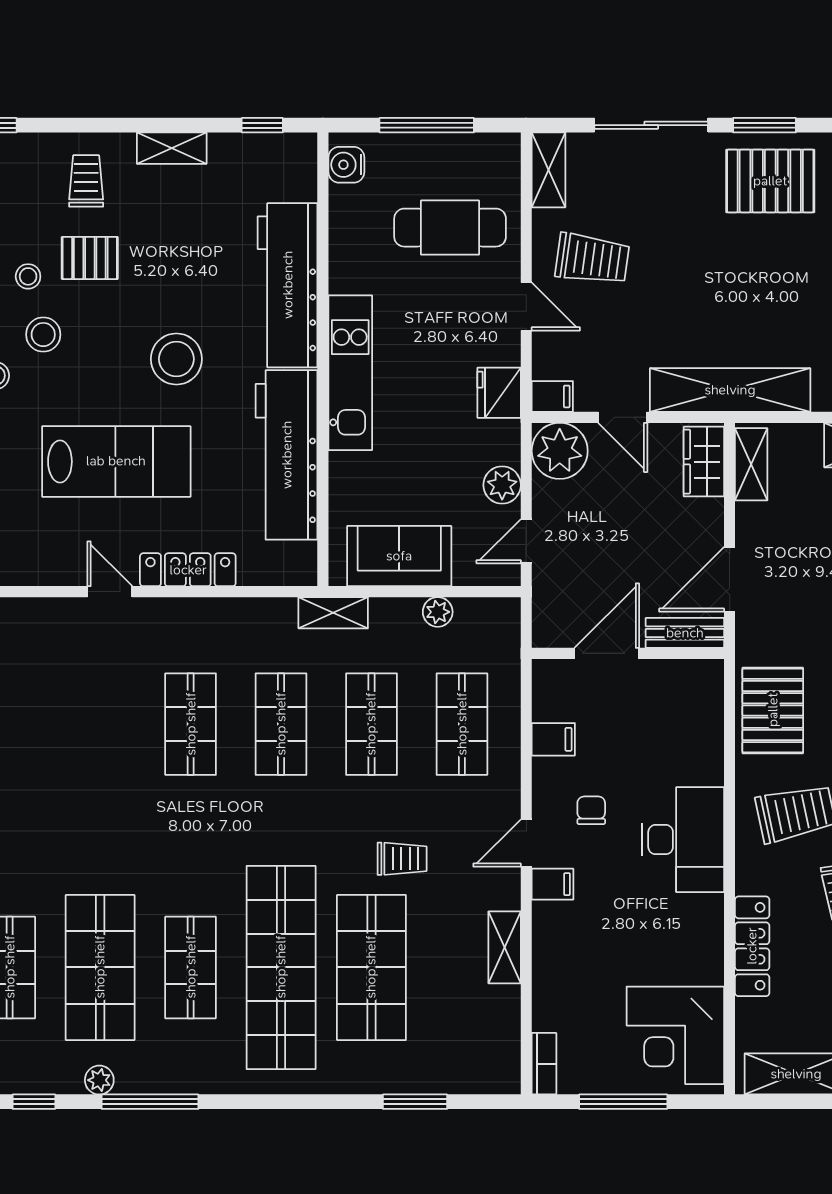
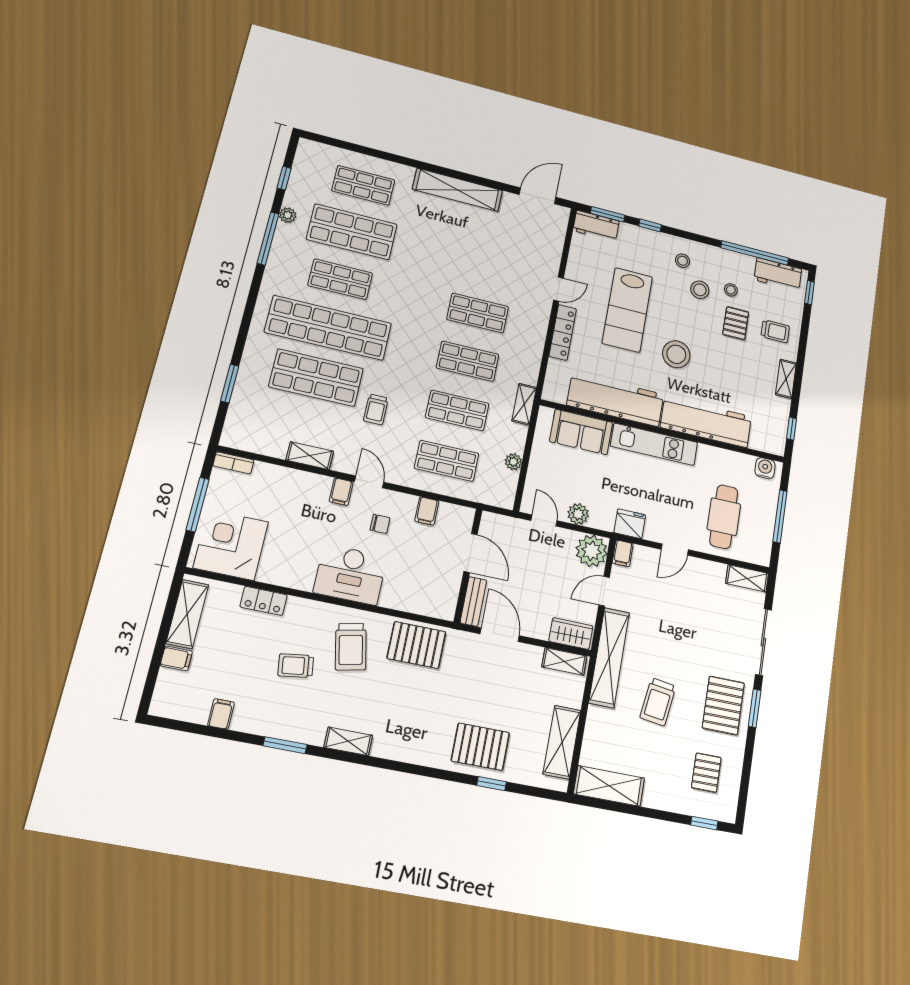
trolley: (592, 259) -> (658, 702), moved
sofa: (399, 556) -> (581, 432), moved, turned 90
locker: (752, 946) -> (264, 601), width x0.66

